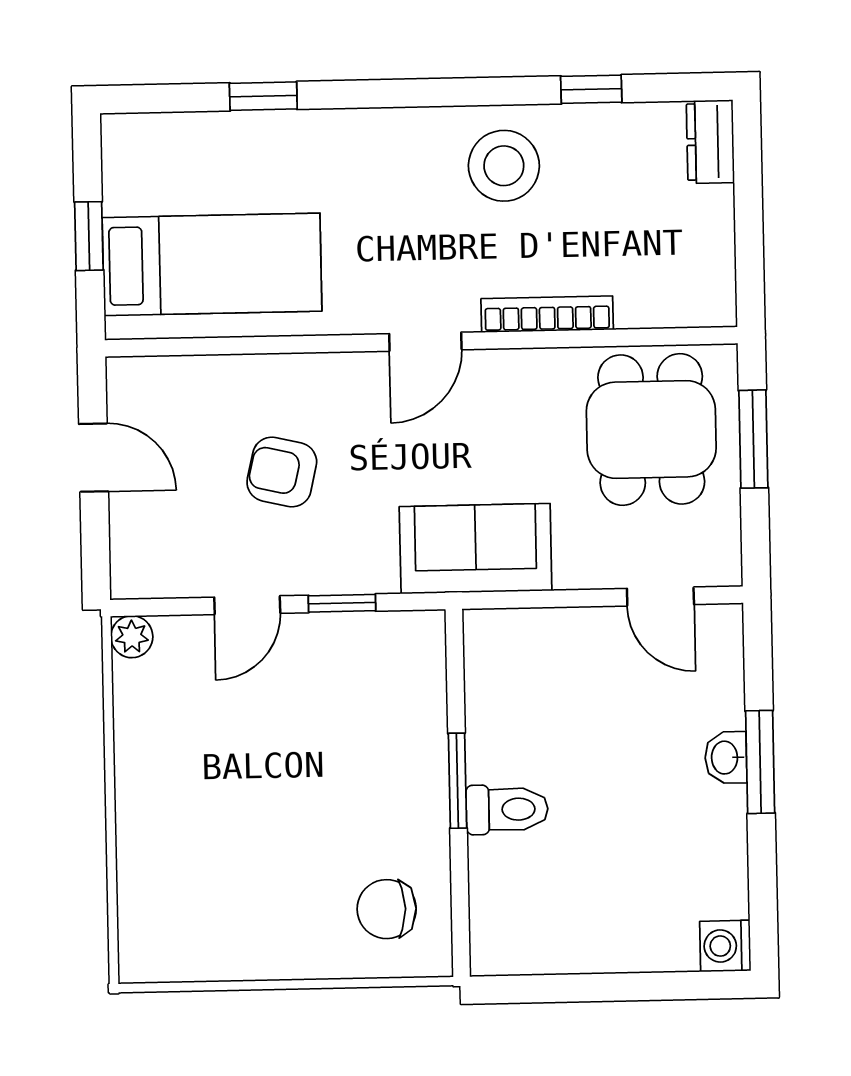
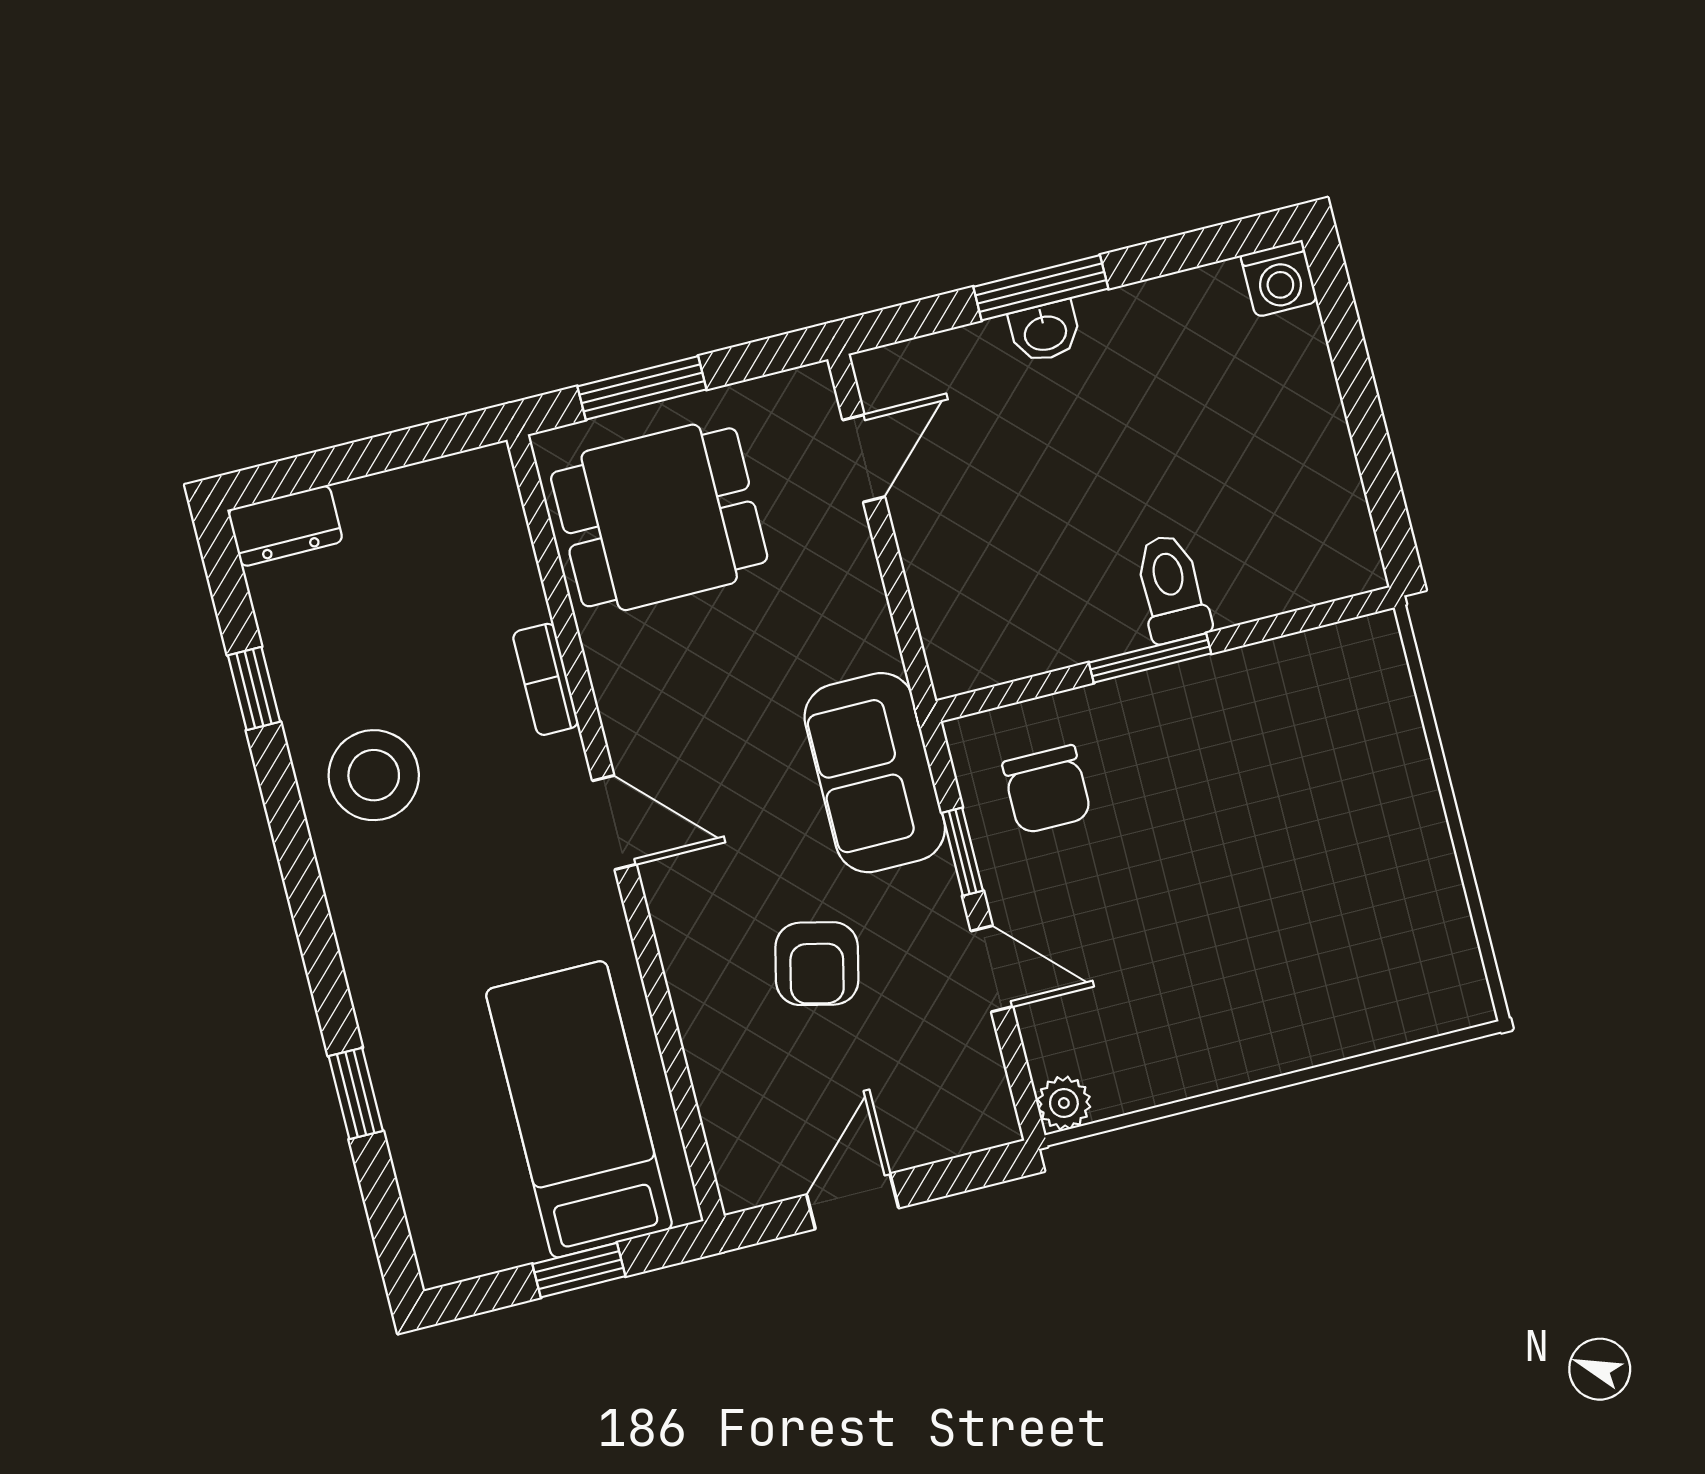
bookcase: (547, 314) -> (546, 679), width x0.64
sofa: (476, 549) -> (875, 773), moved
chair: (387, 909) -> (1047, 790), moved

